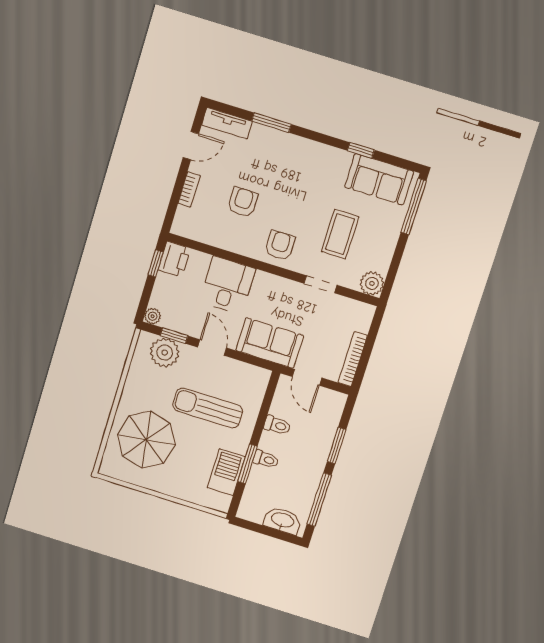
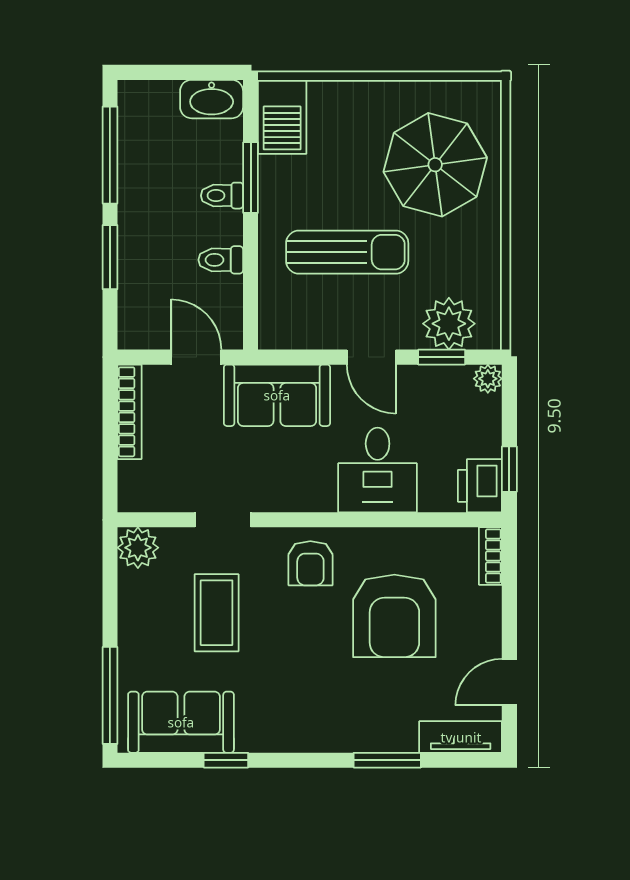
bookcase: (189, 189) -> (490, 556), moved
armchair: (243, 202) -> (394, 616), width x1.88, depth x1.88
barbecue: (226, 472) -> (282, 117), moved
washbasin: (282, 521) -> (212, 99), moved

